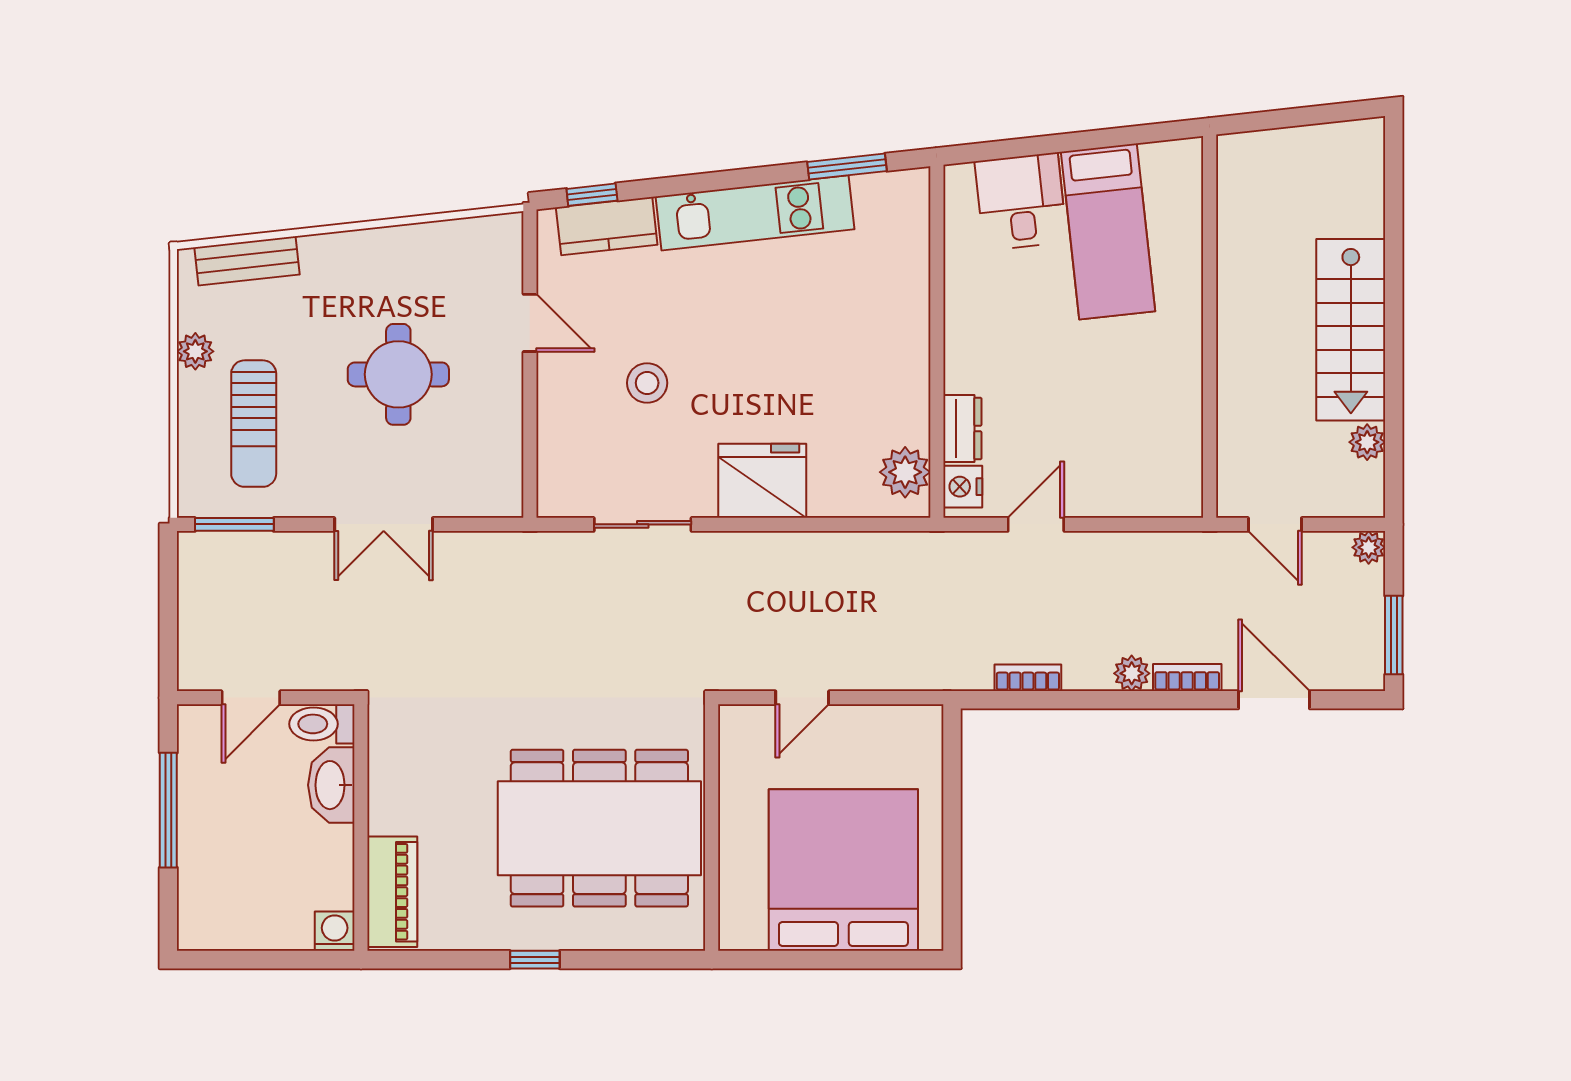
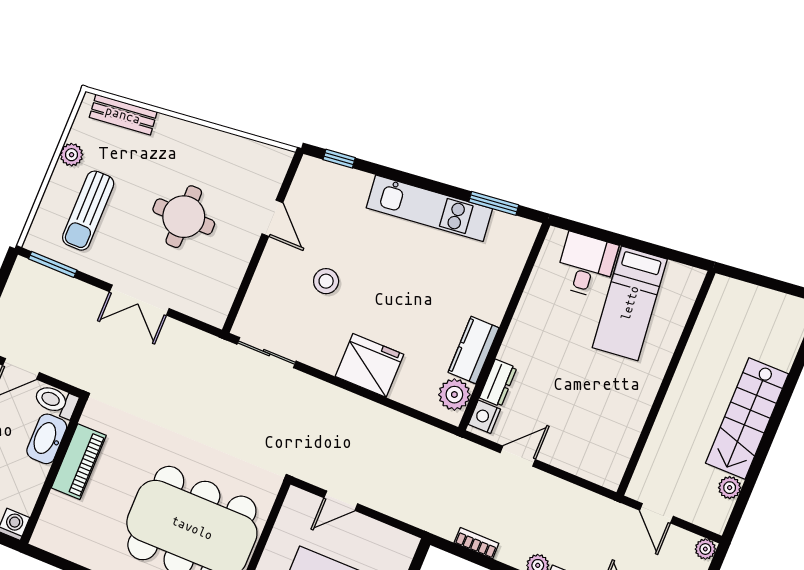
kitchen counter: (607, 226) -> (474, 350), moved, turned 96
sliding door: (643, 524) -> (267, 353), moved
piano: (392, 892) -> (79, 462), moved

